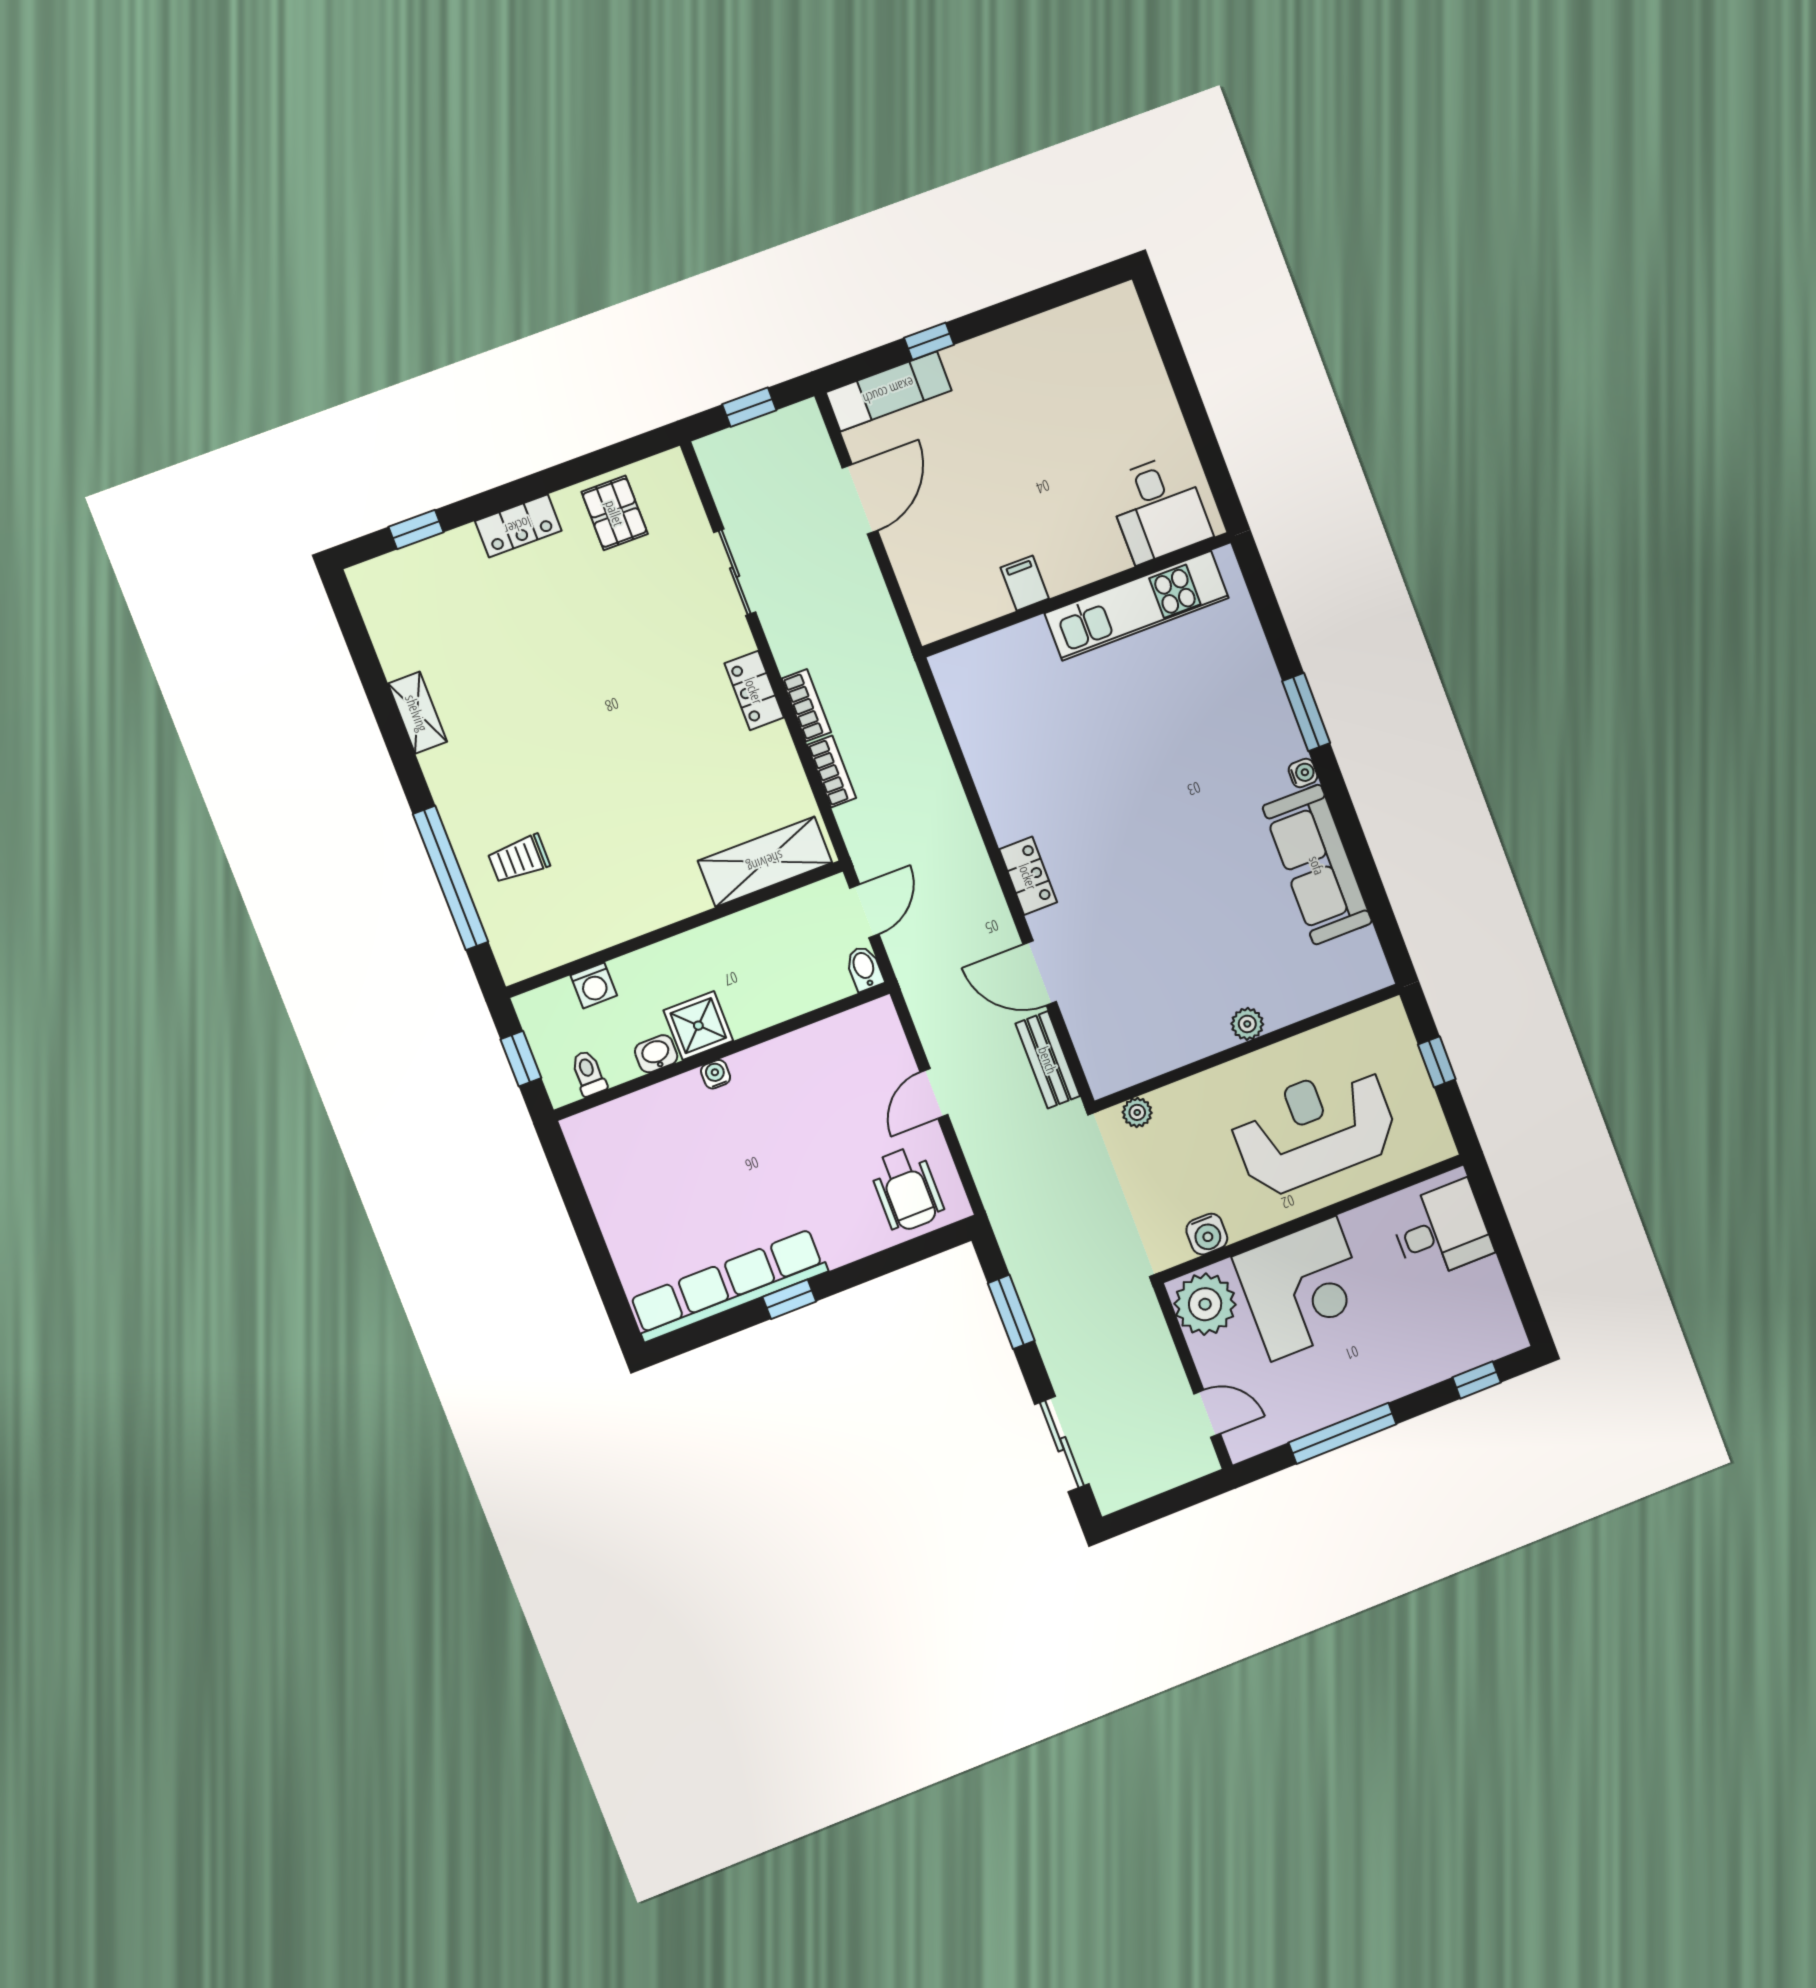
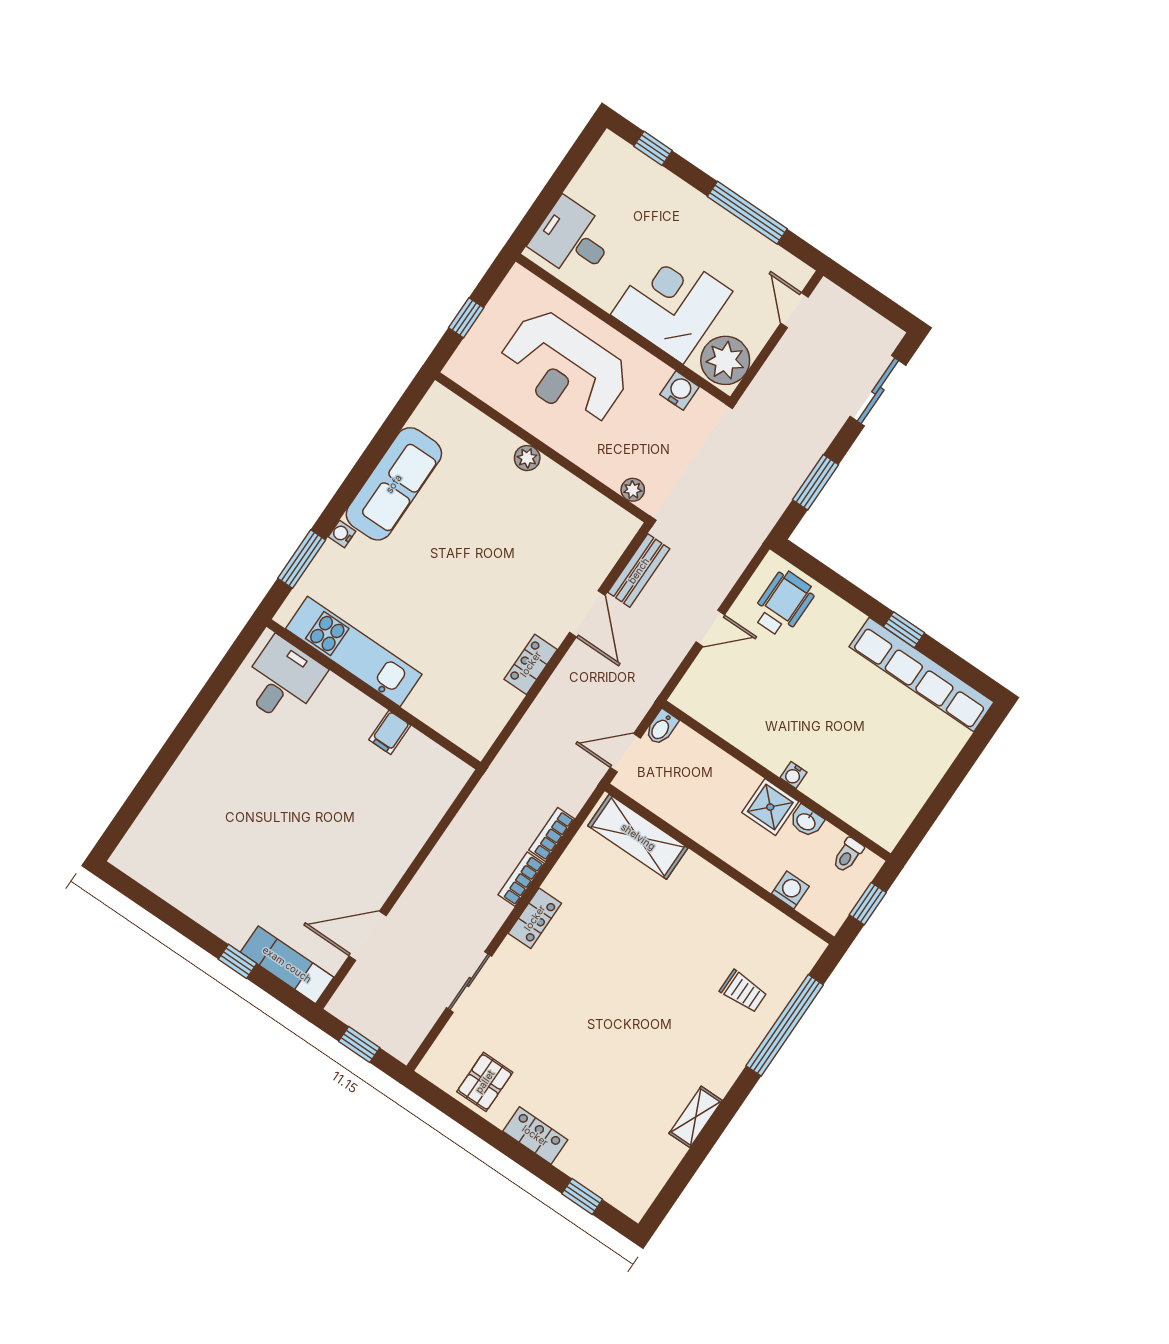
desk: (1159, 509) -> (282, 680), moved
filing cabinet: (1025, 583) -> (390, 732), moved
wall: (1077, 595) -> (374, 694), moved
kitchen unit: (1137, 606) -> (354, 652), moved

